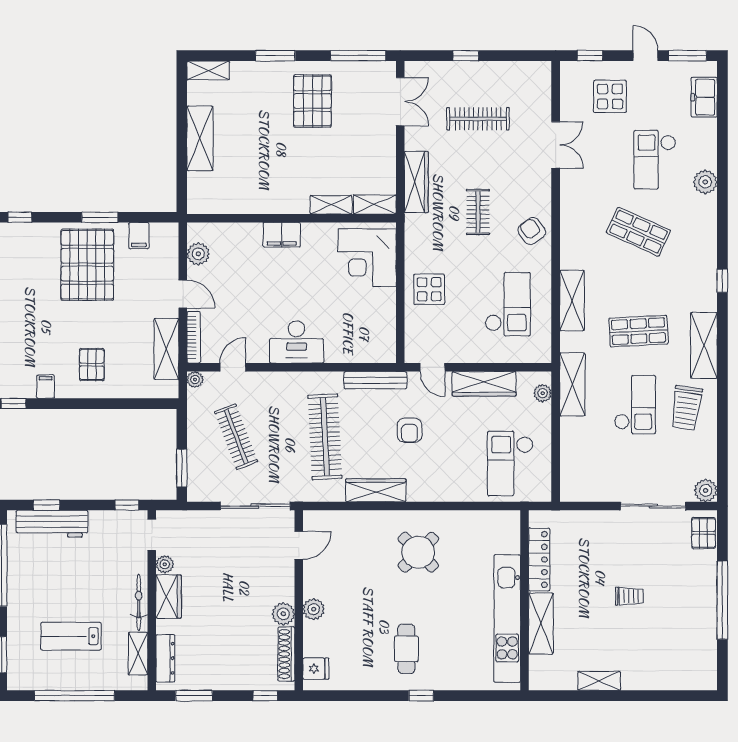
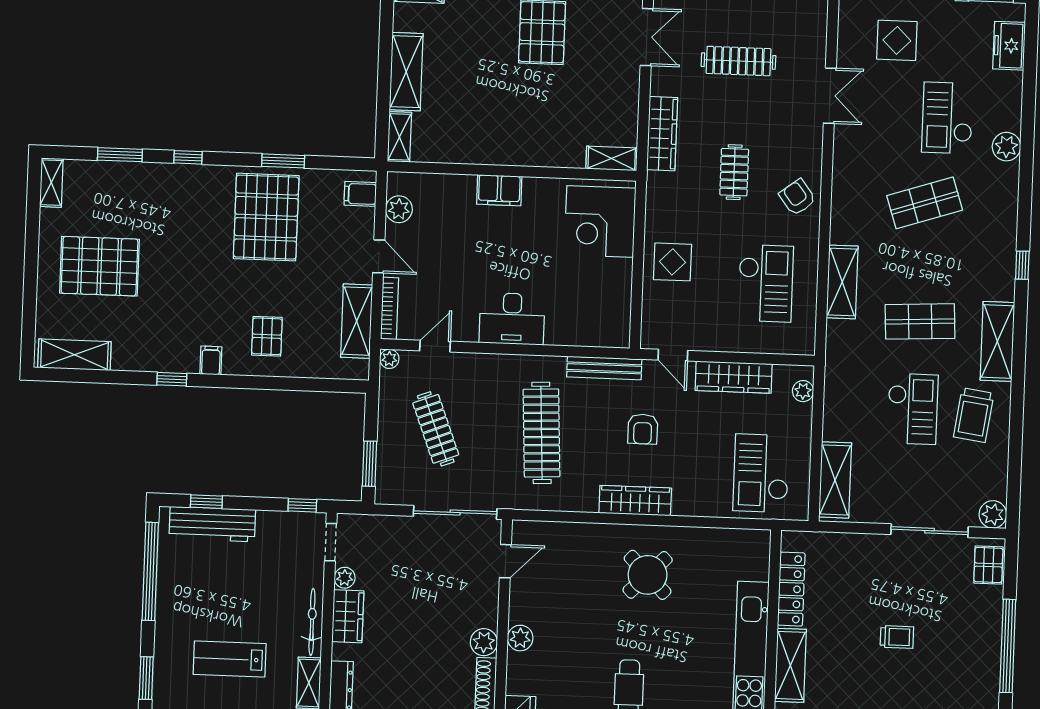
shelving: (331, 205) -> (399, 137), moved, turned 90
shop shelf: (638, 232) -> (925, 203), turned -42
filing cabinet: (139, 236) -> (360, 194), moved, turned 90
shelving: (572, 384) -> (835, 480), moved
wardrobe: (376, 490) -> (635, 501), moved

